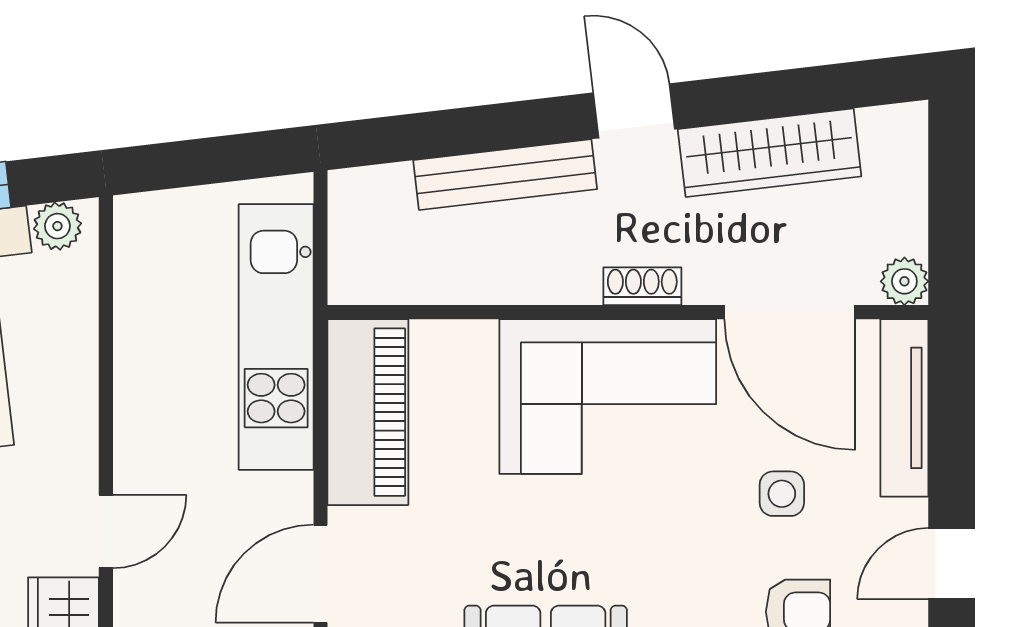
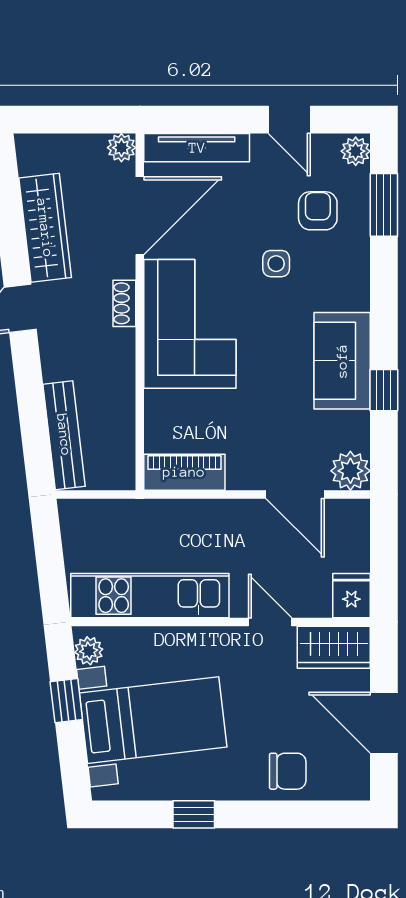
bench: (505, 175) -> (64, 435), moved
kitchen unit: (276, 337) -> (150, 596), moved, turned 180
piano: (368, 412) -> (184, 472), width x0.73, depth x0.75
side table: (782, 494) -> (276, 264), moved

